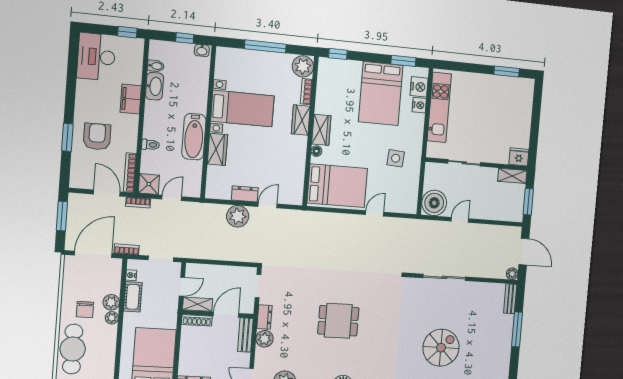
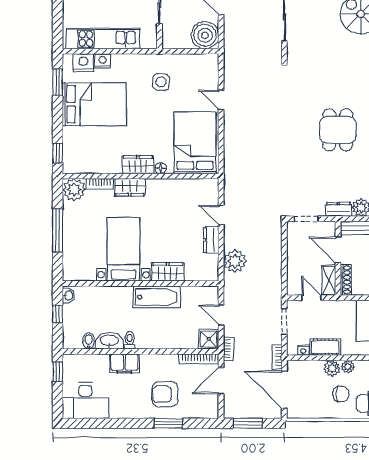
toilet: (151, 145) -> (130, 340), moved
plant: (238, 216) -> (235, 261), moved

